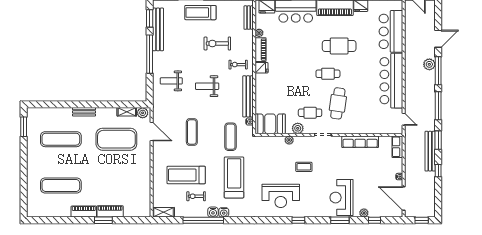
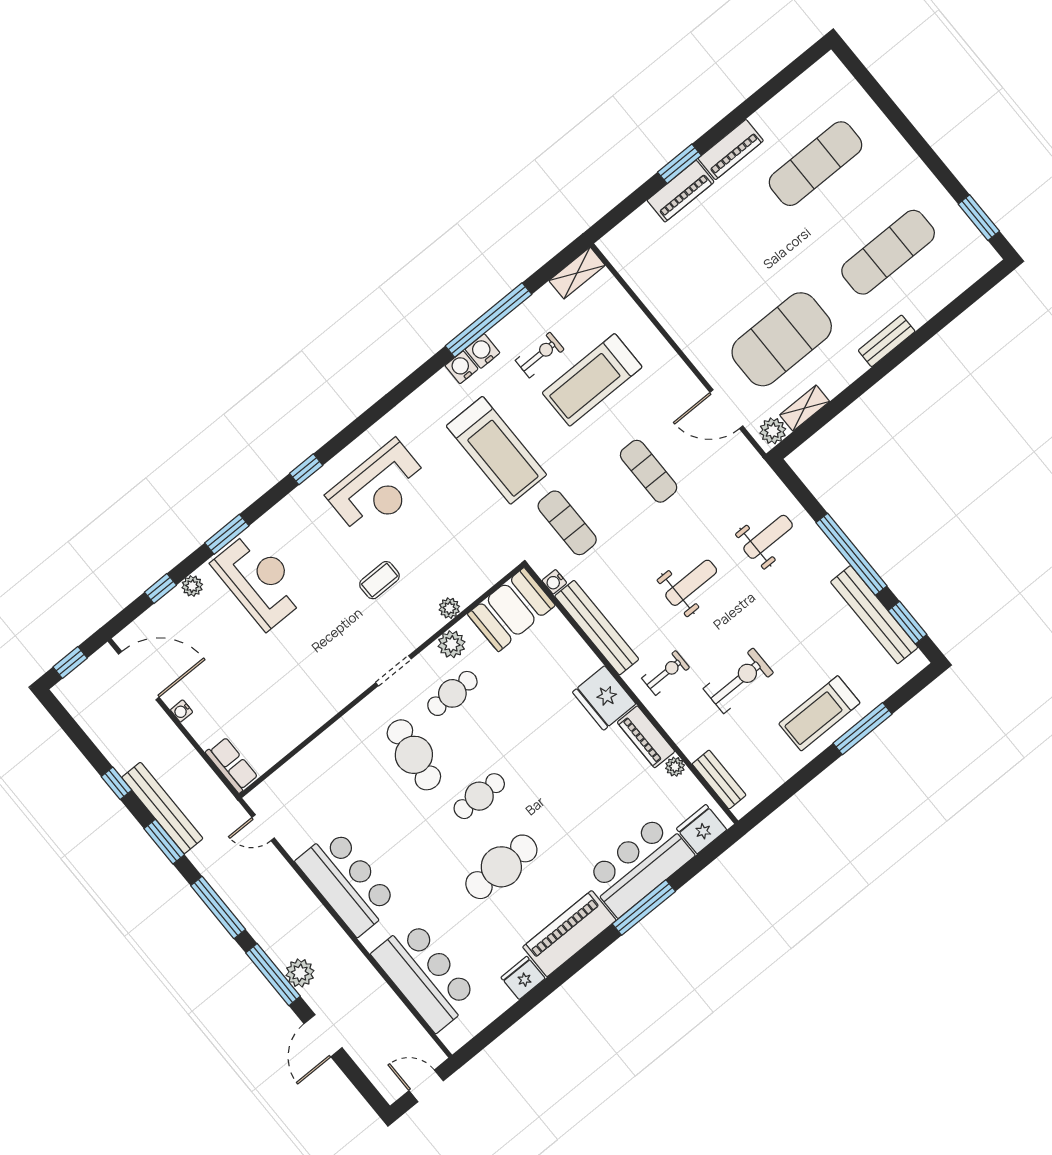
treadmill: (200, 13) -> (819, 713), turned 180
fridge: (262, 68) -> (604, 698), width x1.88, depth x1.34
bar counter: (391, 81) -> (347, 882), width x0.73
row of seats: (360, 142) -> (311, 716), removed
treadmill: (186, 175) -> (592, 380), turned 180
reception desk: (281, 196) -> (378, 488), turned 180

